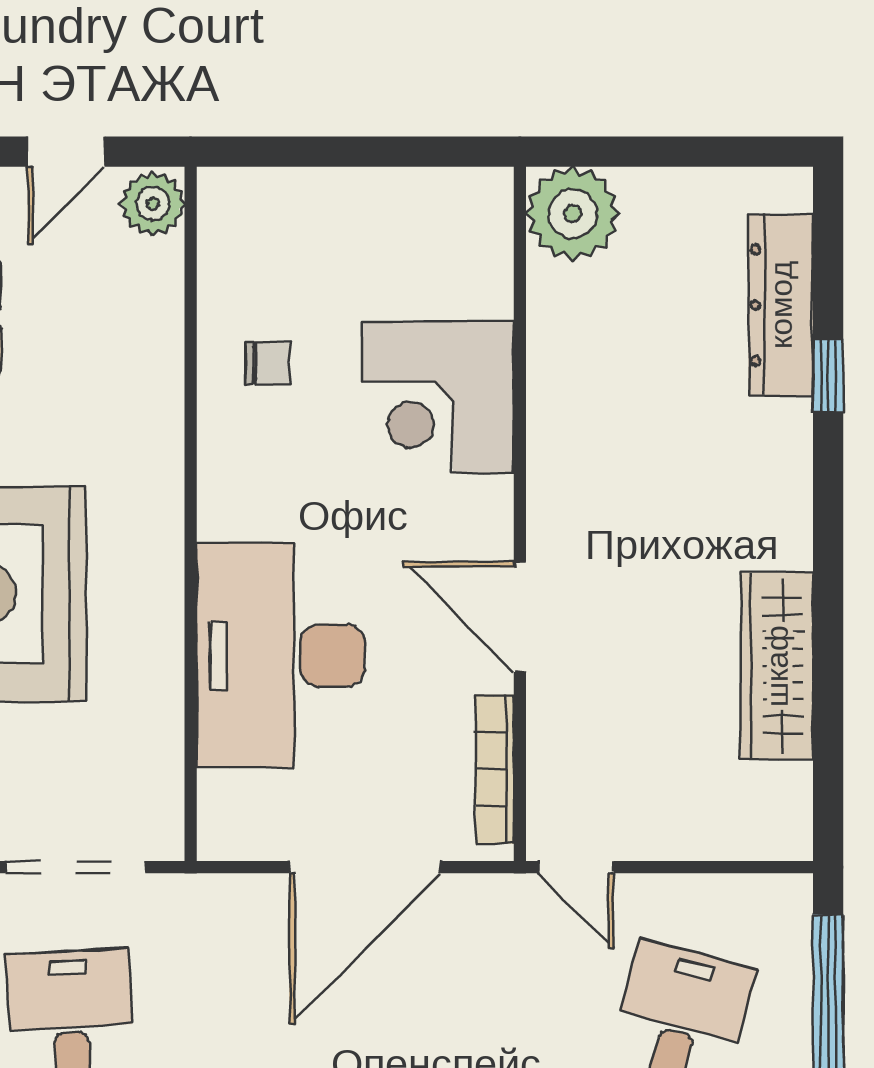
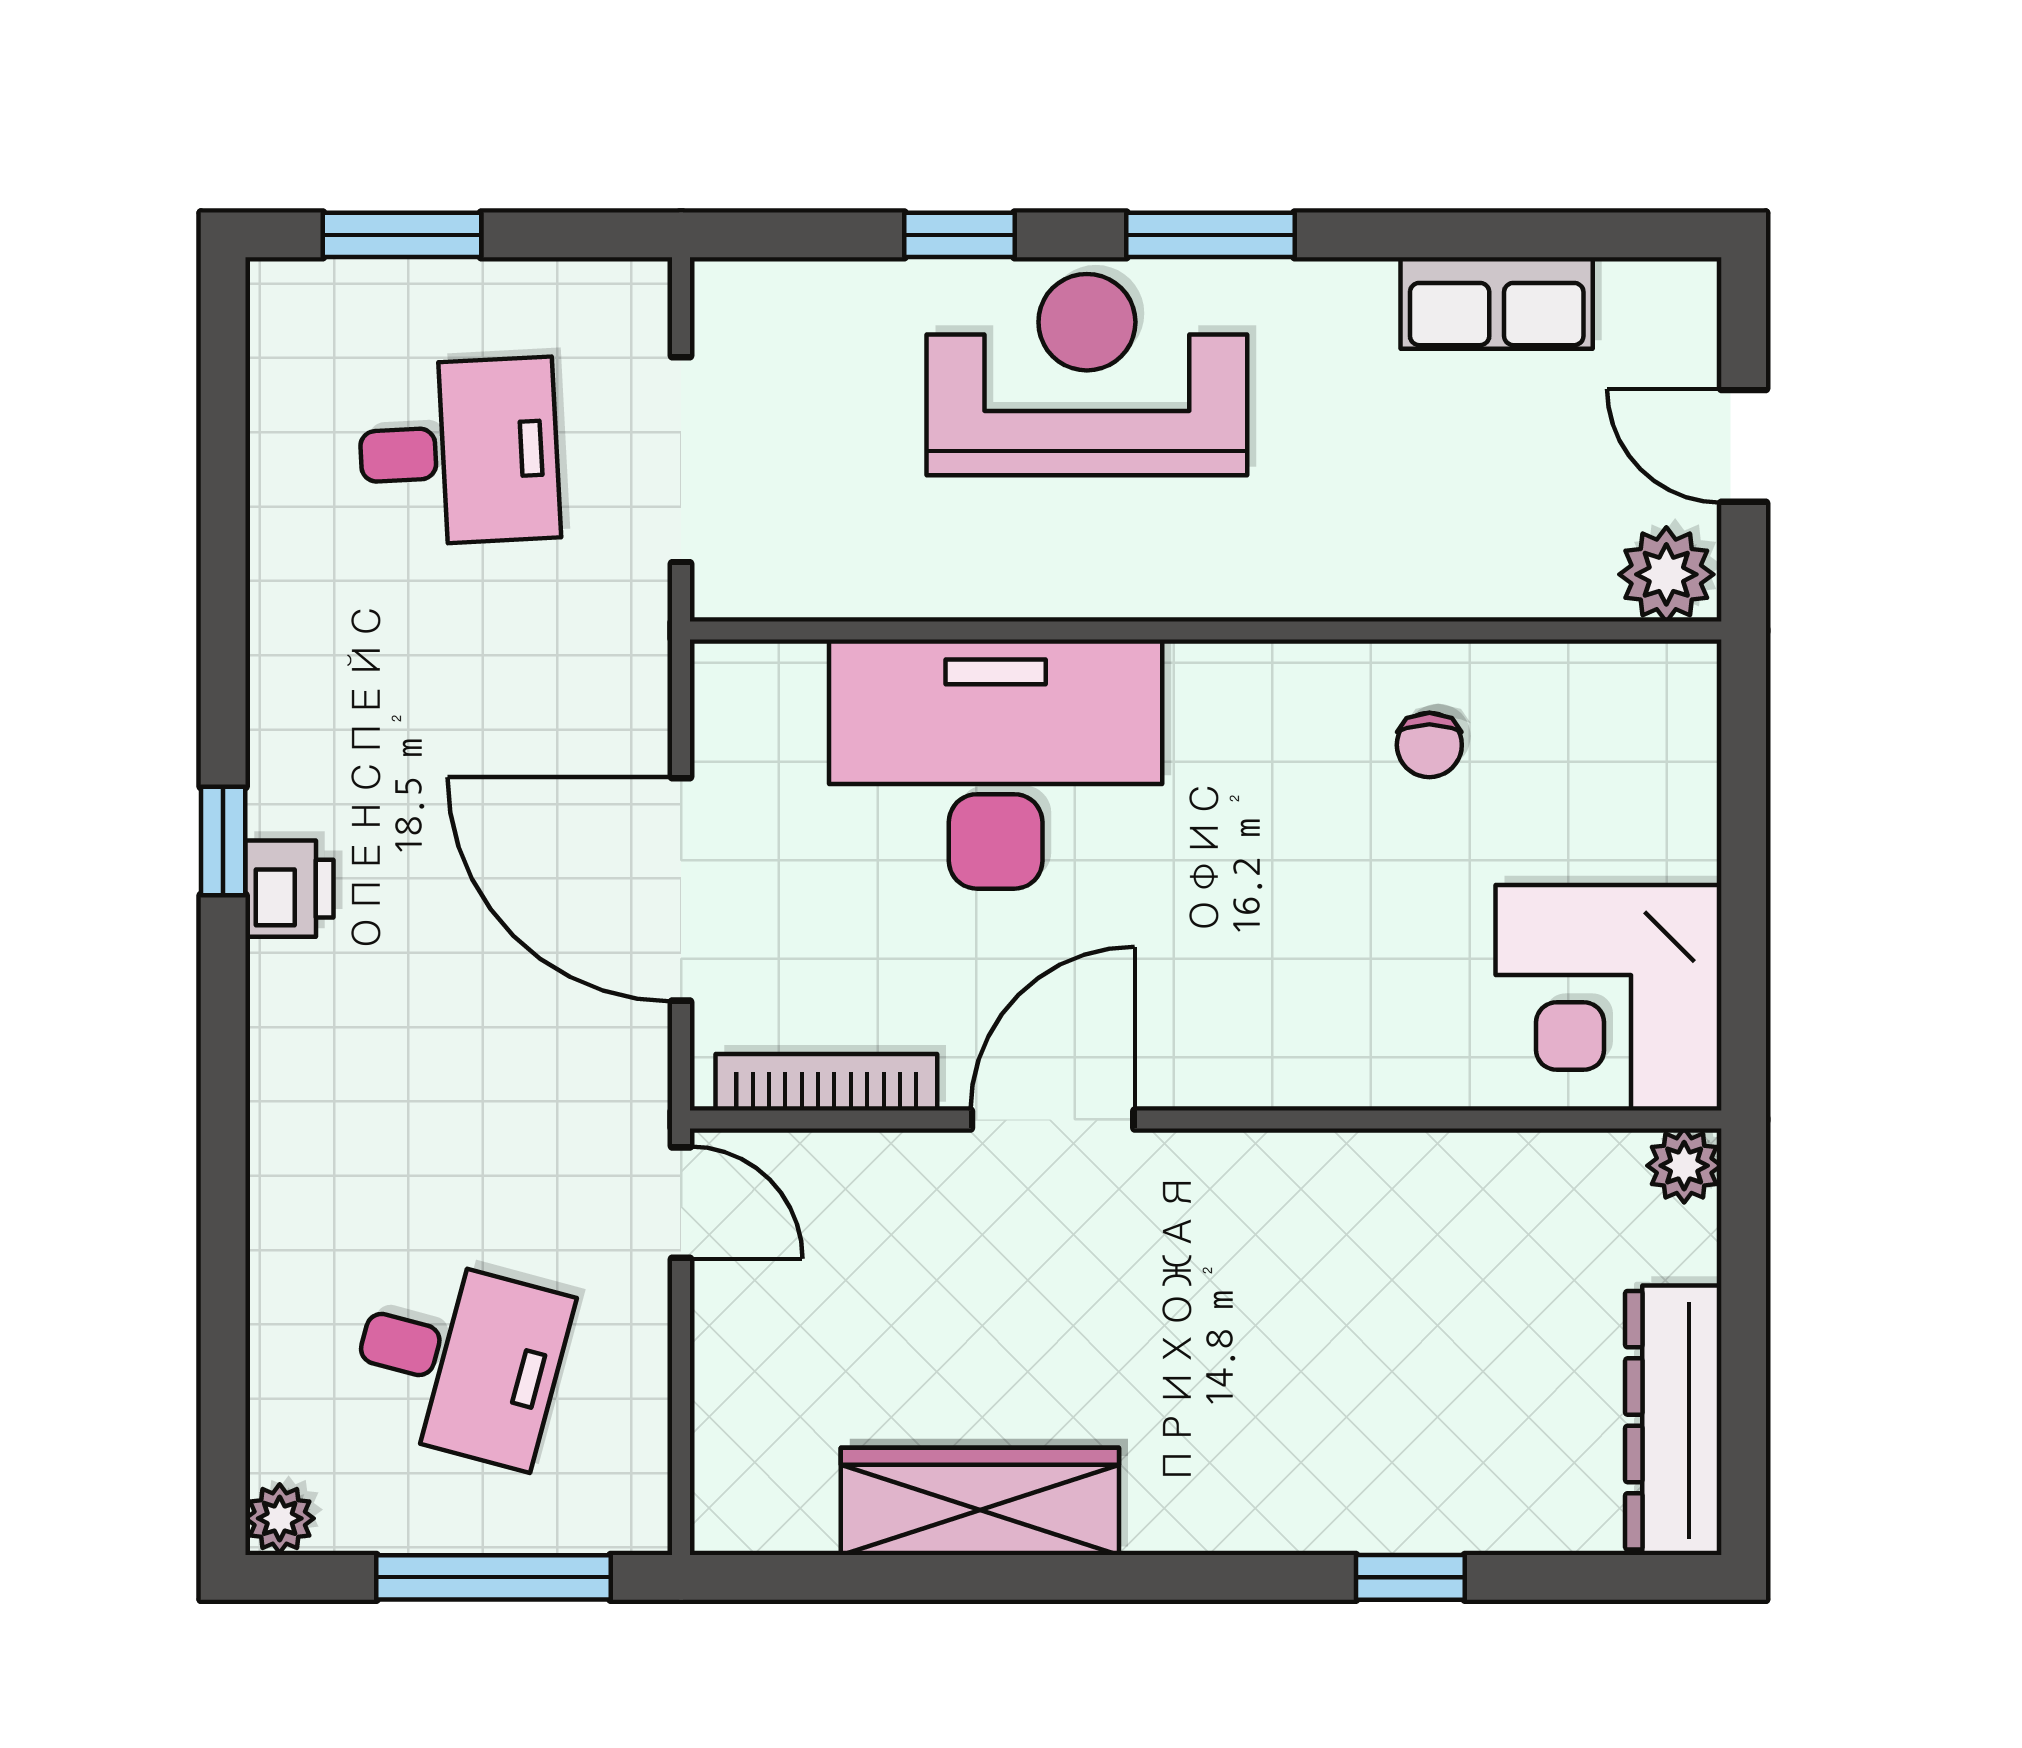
plant: (573, 214) -> (1684, 1166), width x0.53, depth x0.53
dresser: (781, 305) -> (1673, 1420), moved, turned -90
corner desk: (438, 397) -> (1608, 998), moved, turned -90
door: (576, 867) -> (681, 1203), swing flipped

